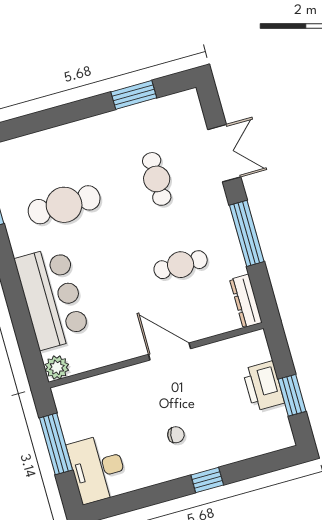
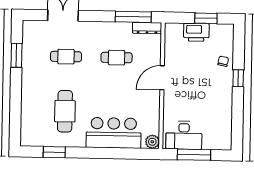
window: (247, 233) -> (133, 17), moved
cafe table: (181, 265) -> (117, 58), turned 90
chair: (176, 435) -> (223, 61), moved
desk: (98, 468) -> (184, 135), moved

